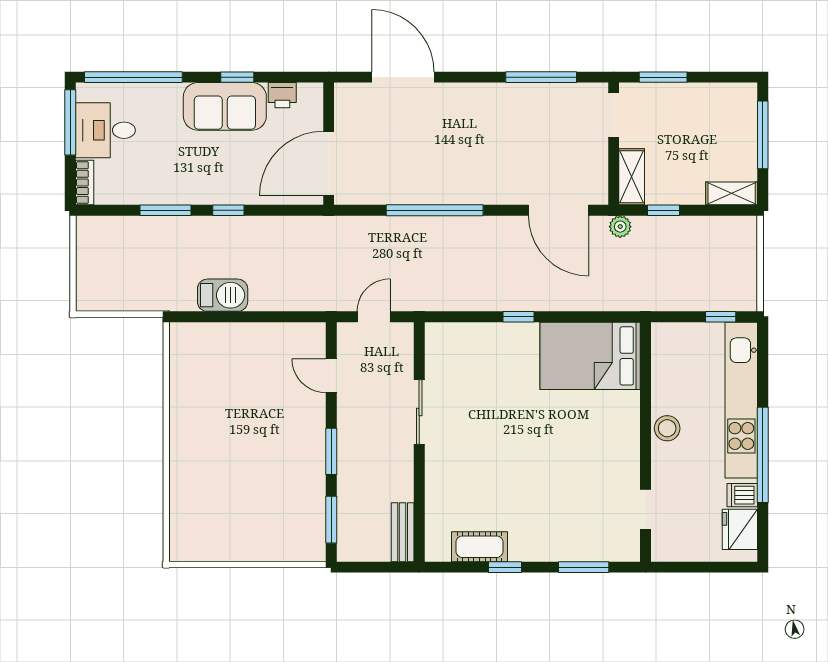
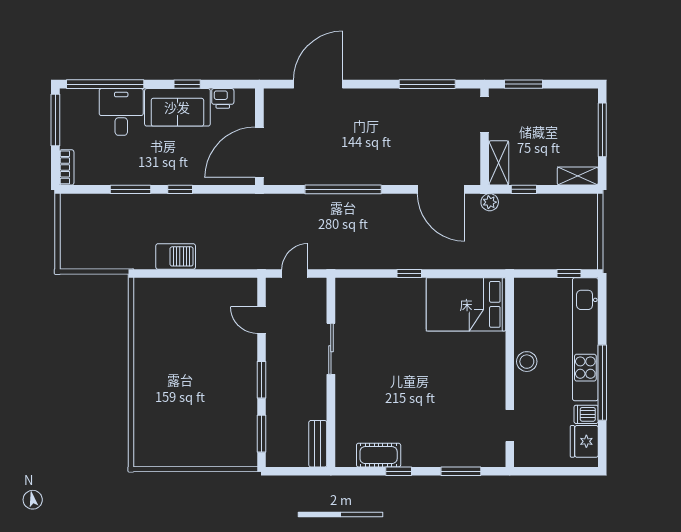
door: (403, 77) -> (318, 84), hinge flipped
desk: (105, 130) -> (121, 112), moved, turned 90

